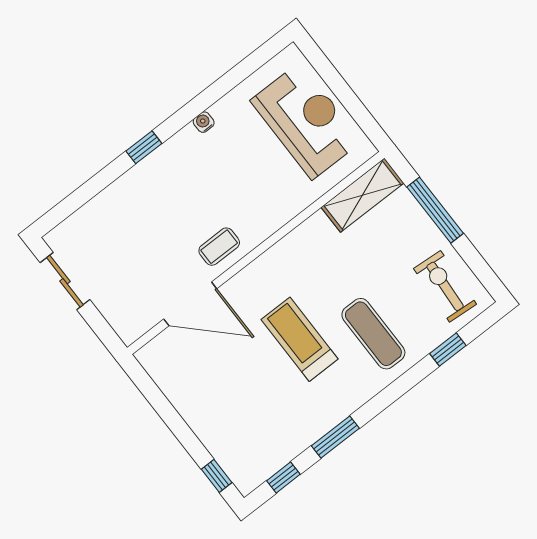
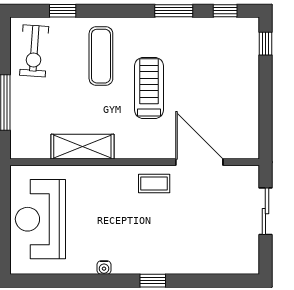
shelving: (362, 195) -> (82, 147), moved
sliding door: (65, 281) -> (265, 211), moved
treadmill: (300, 339) -> (149, 88), turned 180

